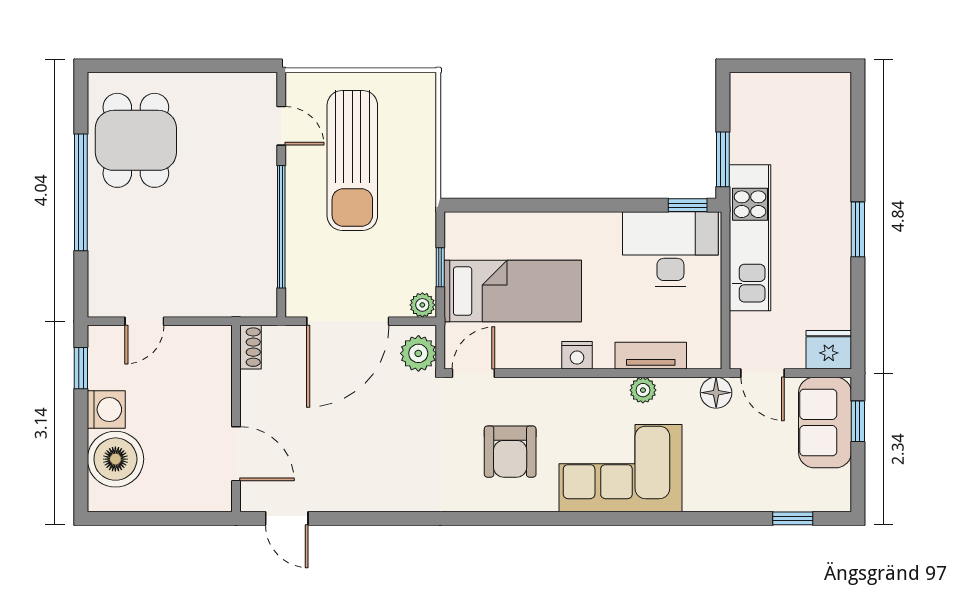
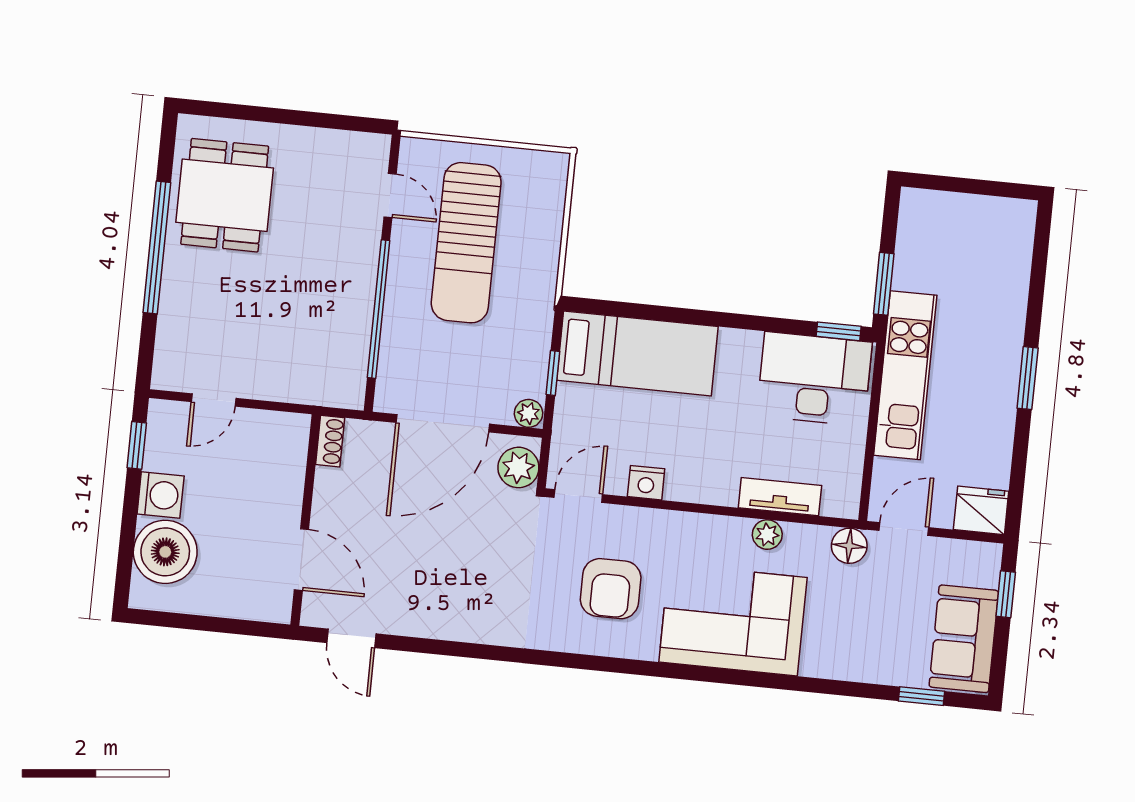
bed: (513, 291) -> (637, 353), moved
nightstand: (577, 355) -> (646, 483), moved
door: (763, 373) -> (904, 529), swing flipped
sofa: (825, 423) -> (964, 639), moved

